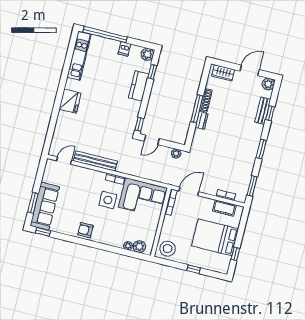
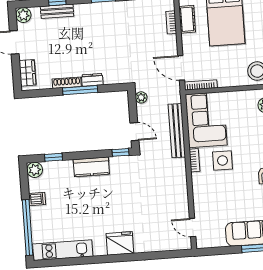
kitchen counter: (139, 86) -> (91, 167), moved
bench: (95, 161) -> (177, 131), moved

